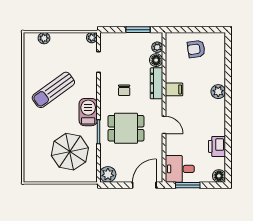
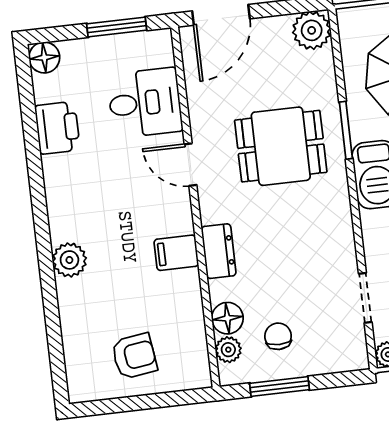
dresser: (156, 83) -> (219, 251), width x0.70
chair: (124, 90) -> (278, 336), moved
desk: (180, 169) -> (145, 103), moved

